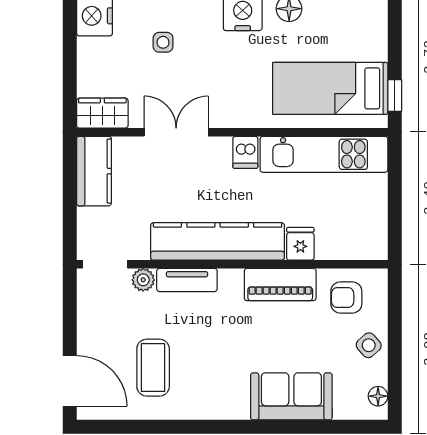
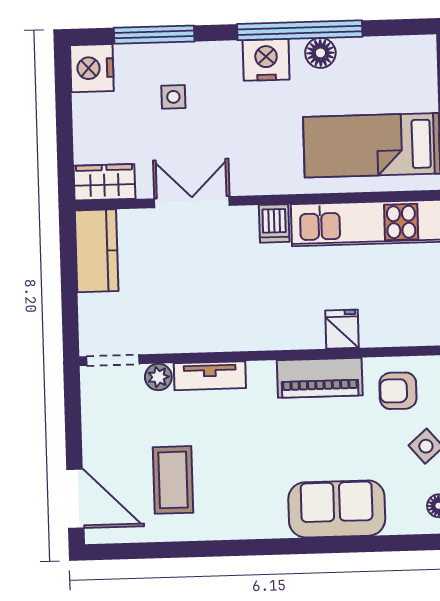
kitchen counter: (218, 241) -> (244, 329), removed

